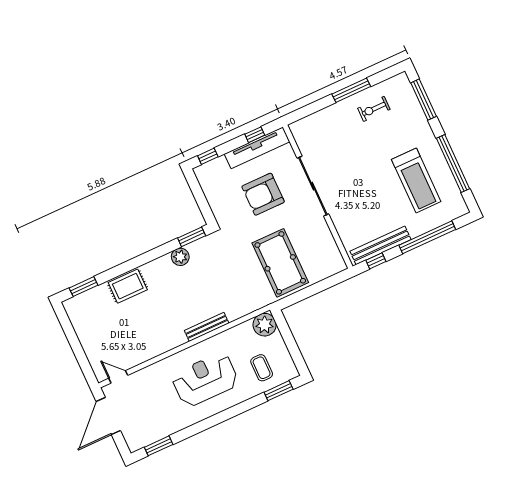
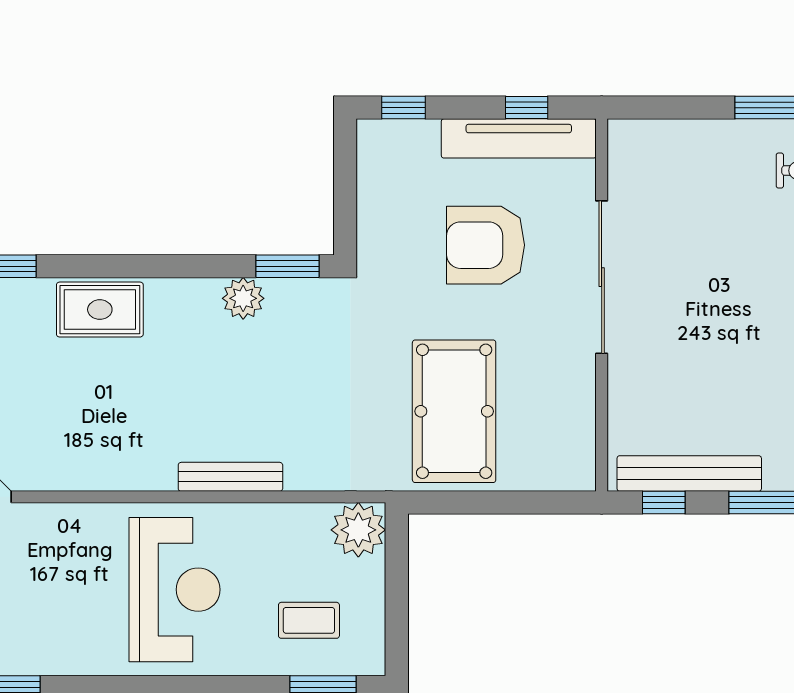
coffee table: (262, 368) -> (309, 620), turned 90
reception desk: (205, 380) -> (175, 590), turned 90

